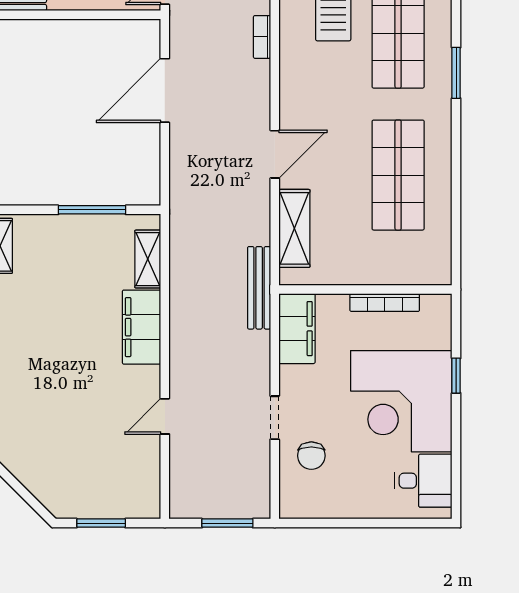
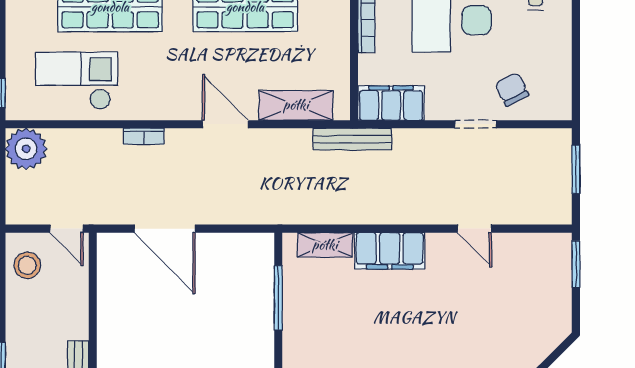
bookcase: (262, 37) -> (144, 136), moved
chair: (311, 456) -> (512, 89), turned -117
window: (101, 523) -> (576, 264), moved

